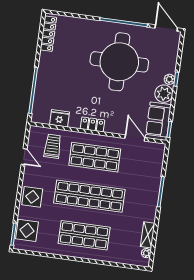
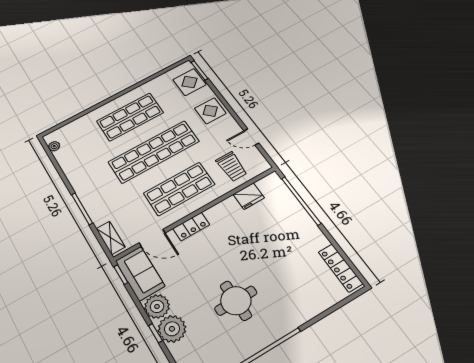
round table: (119, 62) -> (236, 301), width x0.54, depth x0.54
plant: (169, 79) -> (172, 329), width x1.87, depth x1.87
locker: (93, 124) -> (191, 227), moved
shelving: (148, 235) -> (111, 238), moved

